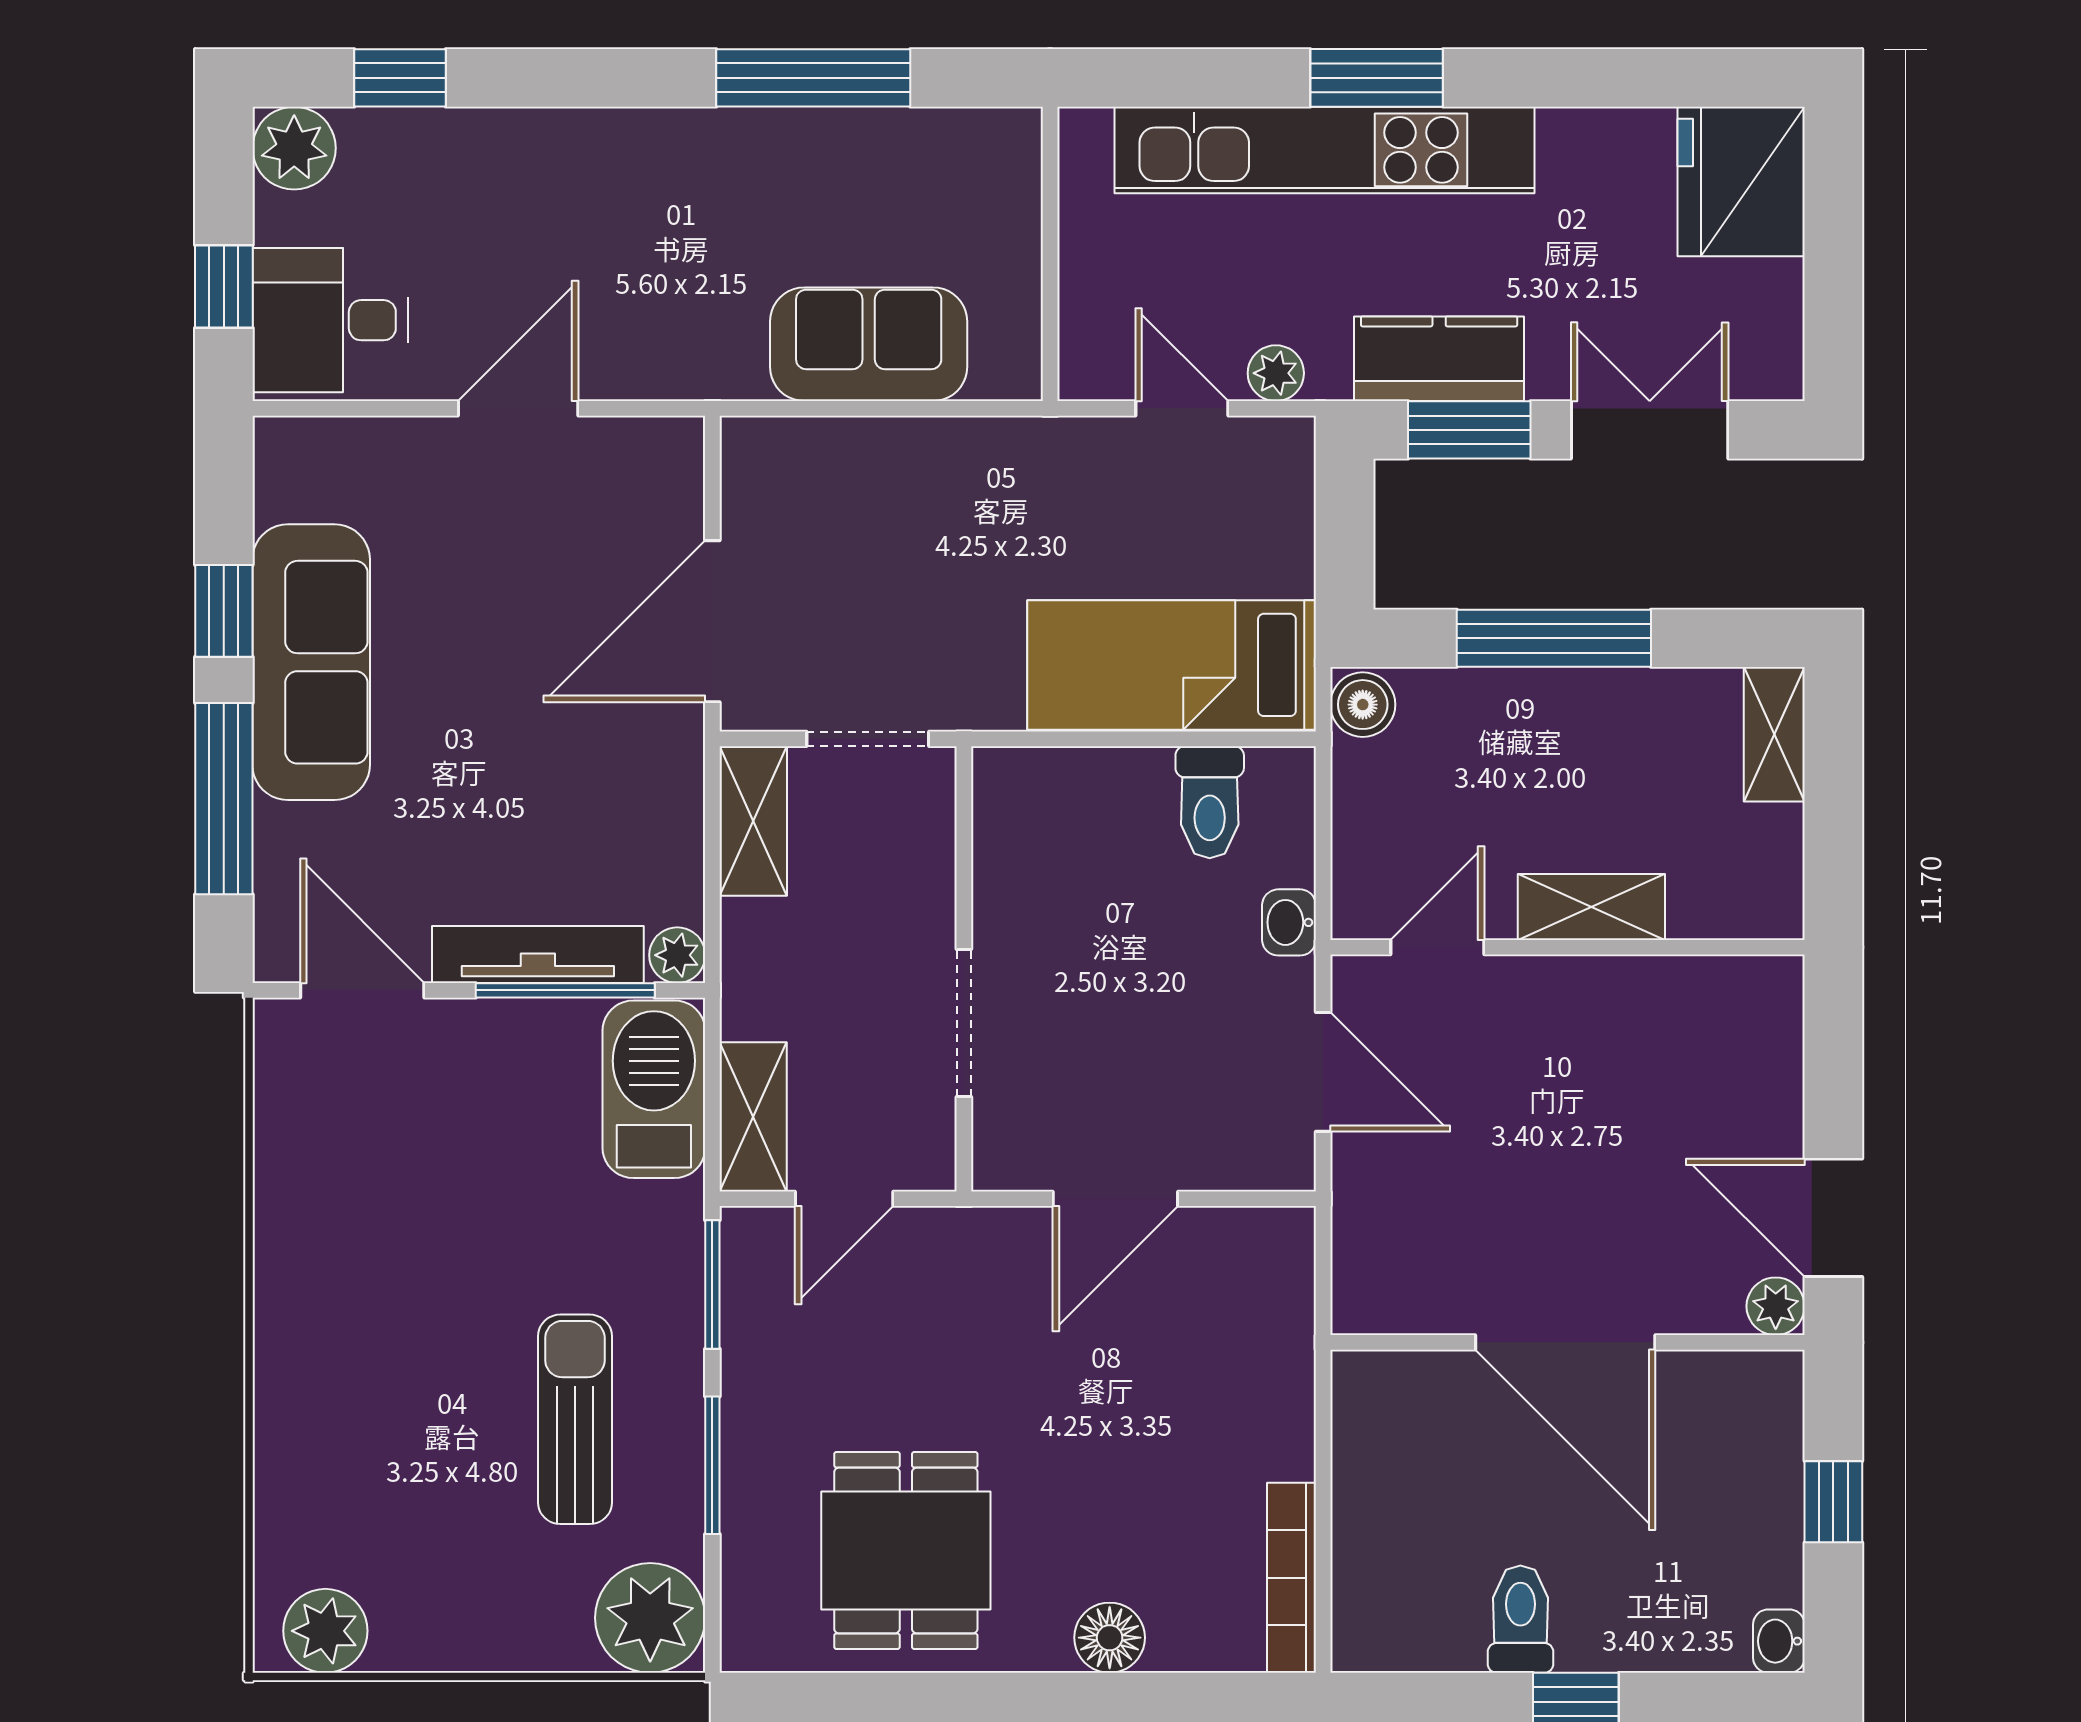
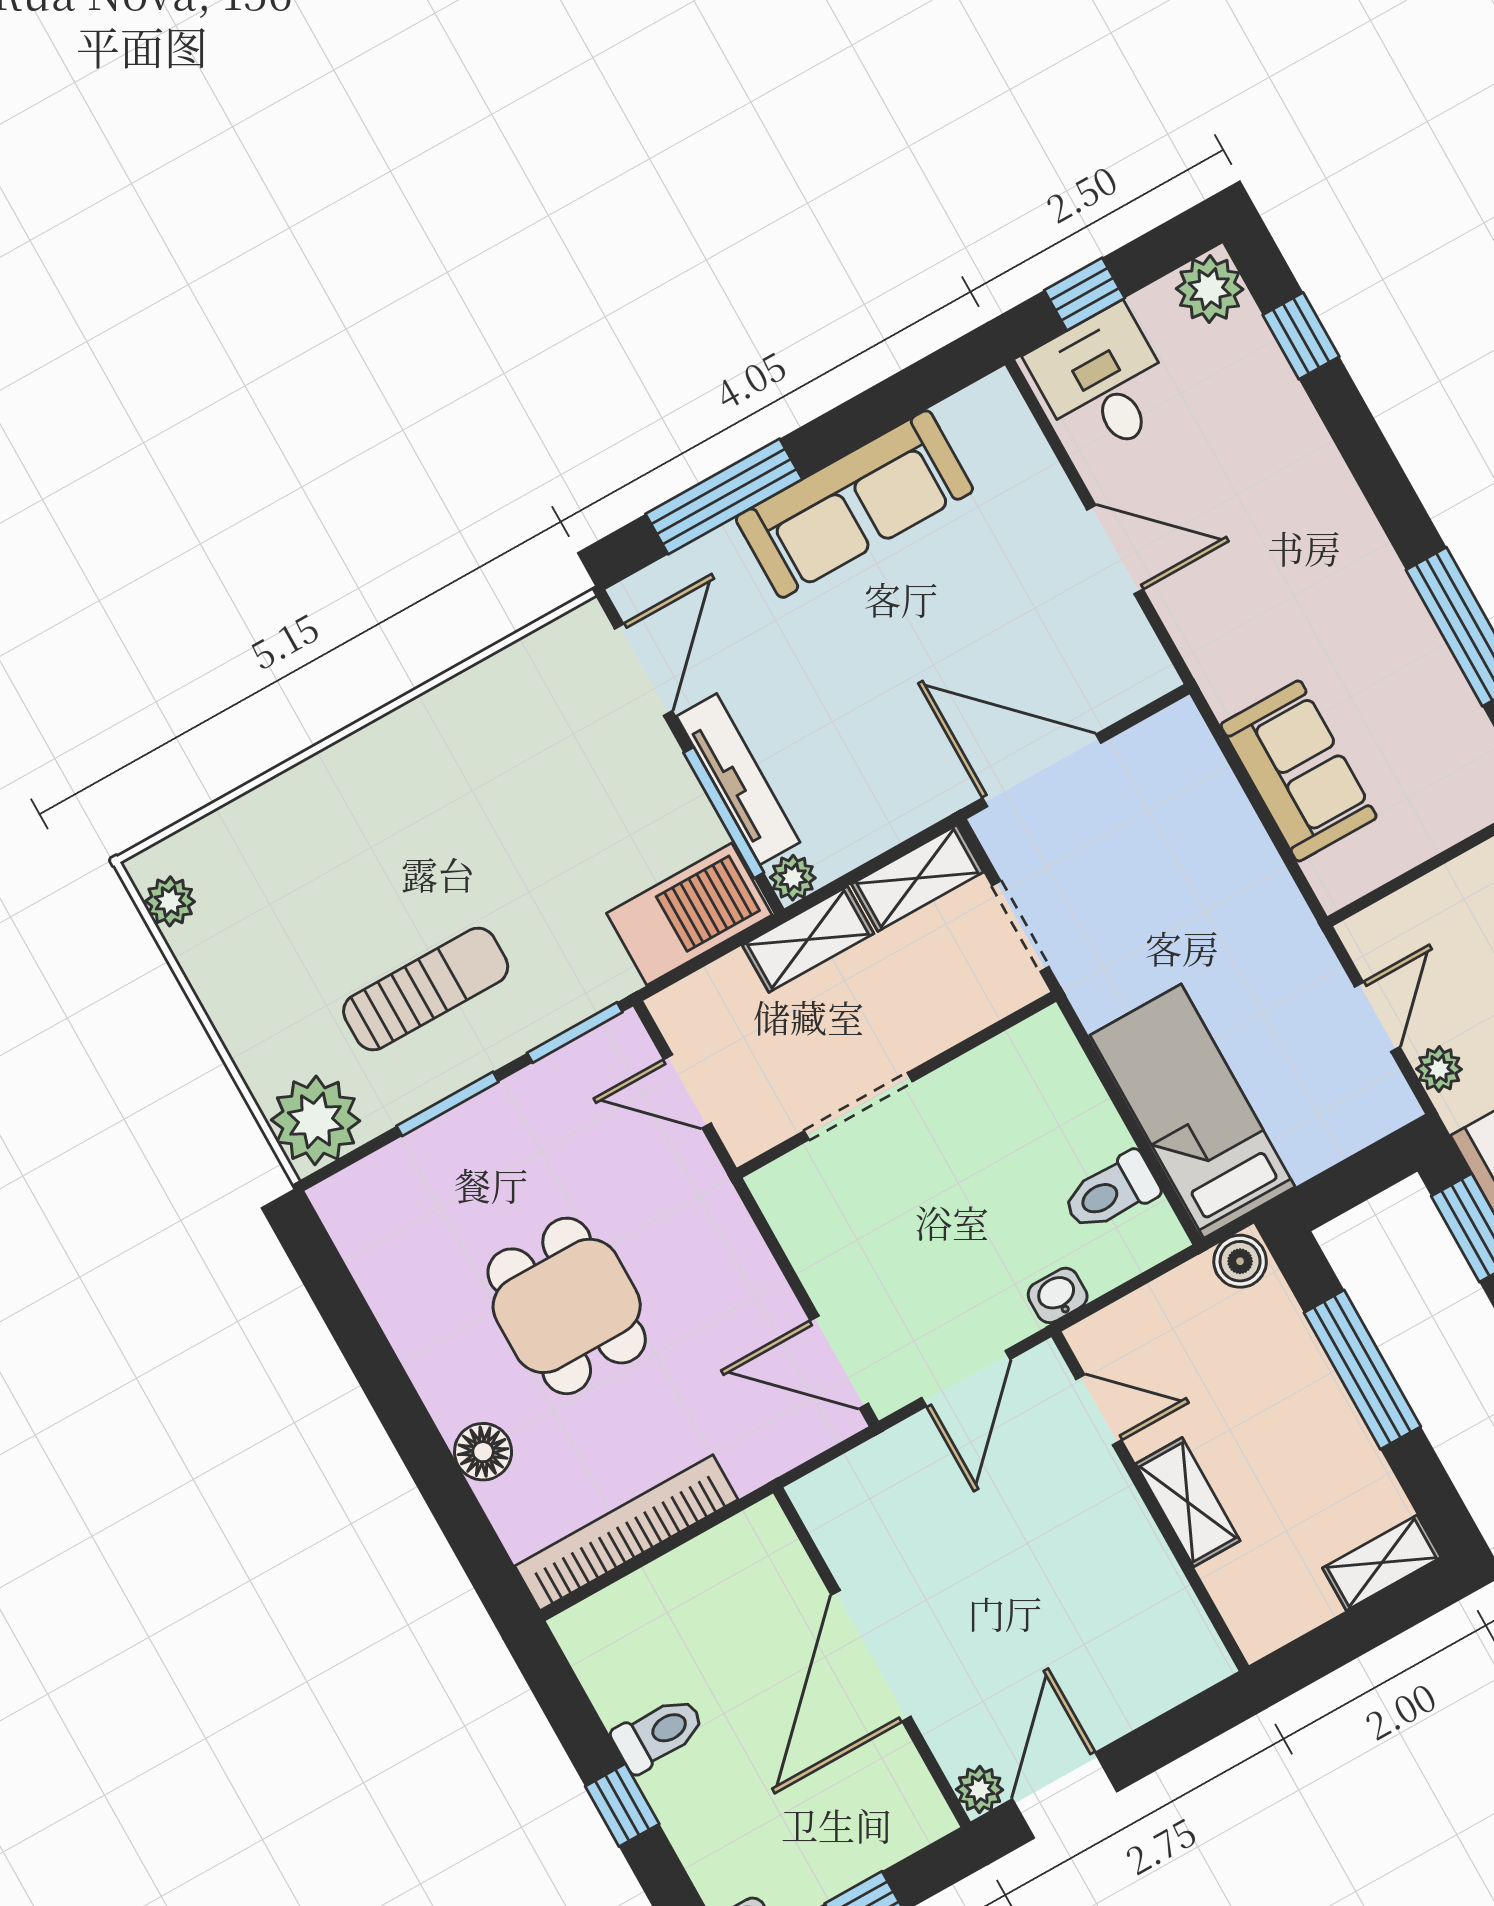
window: (224, 611) -> (856, 422), removed
shelving: (753, 1117) -> (808, 939), moved
door: (1115, 1199) -> (839, 1362), moved
dining table: (906, 1550) -> (567, 1306), moved, turned 90
bookcase: (1292, 1578) -> (626, 1533), width x1.48, depth x1.31
plant: (325, 1631) -> (170, 901), width x0.73, depth x0.73

